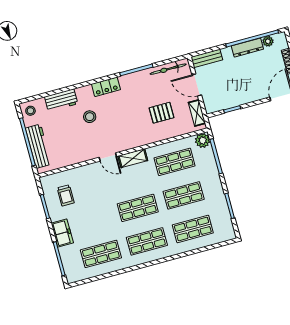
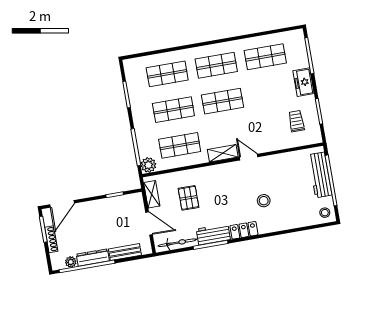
bench: (207, 58) -> (125, 252), moved
workbench: (61, 100) -> (213, 234), moved
pallet: (162, 113) -> (189, 198), turned 90

